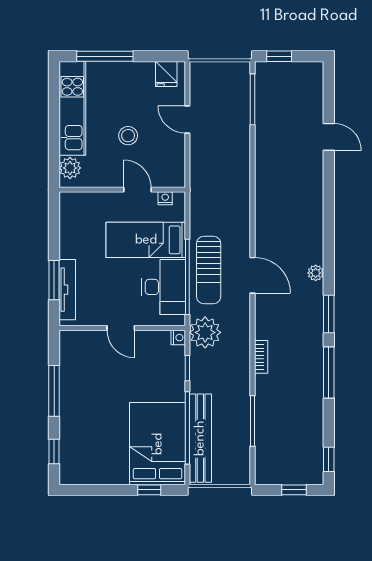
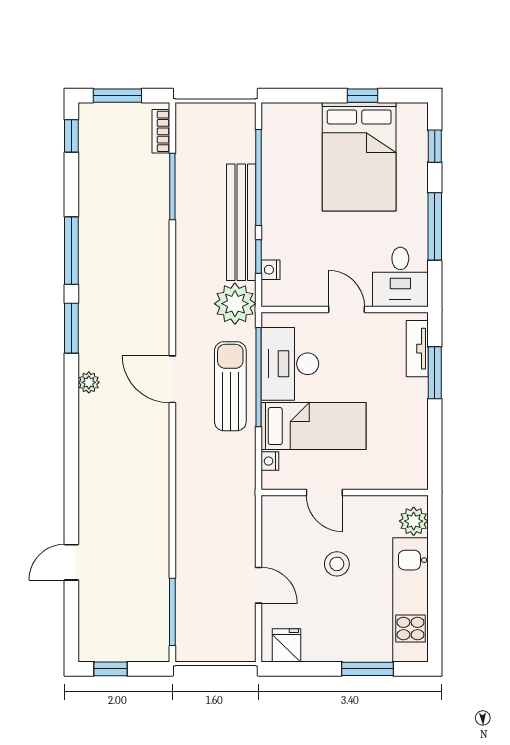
window: (105, 56) -> (368, 669), width x0.69
window: (279, 56) -> (110, 669), moved
door: (329, 137) -> (71, 562), hinge flipped
nightstand: (165, 198) -> (270, 461), moved, turned 90
tv unit: (67, 290) -> (417, 349), width x0.71
nightstand: (178, 338) -> (270, 270), moved
desk: (80, 353) -> (400, 277), added
bookcase: (261, 357) -> (161, 131), moved
bench: (200, 438) -> (241, 222), moved
bed: (158, 444) -> (359, 157), moved
window: (149, 490) -> (363, 96), moved
window: (294, 490) -> (117, 96), width x1.50

